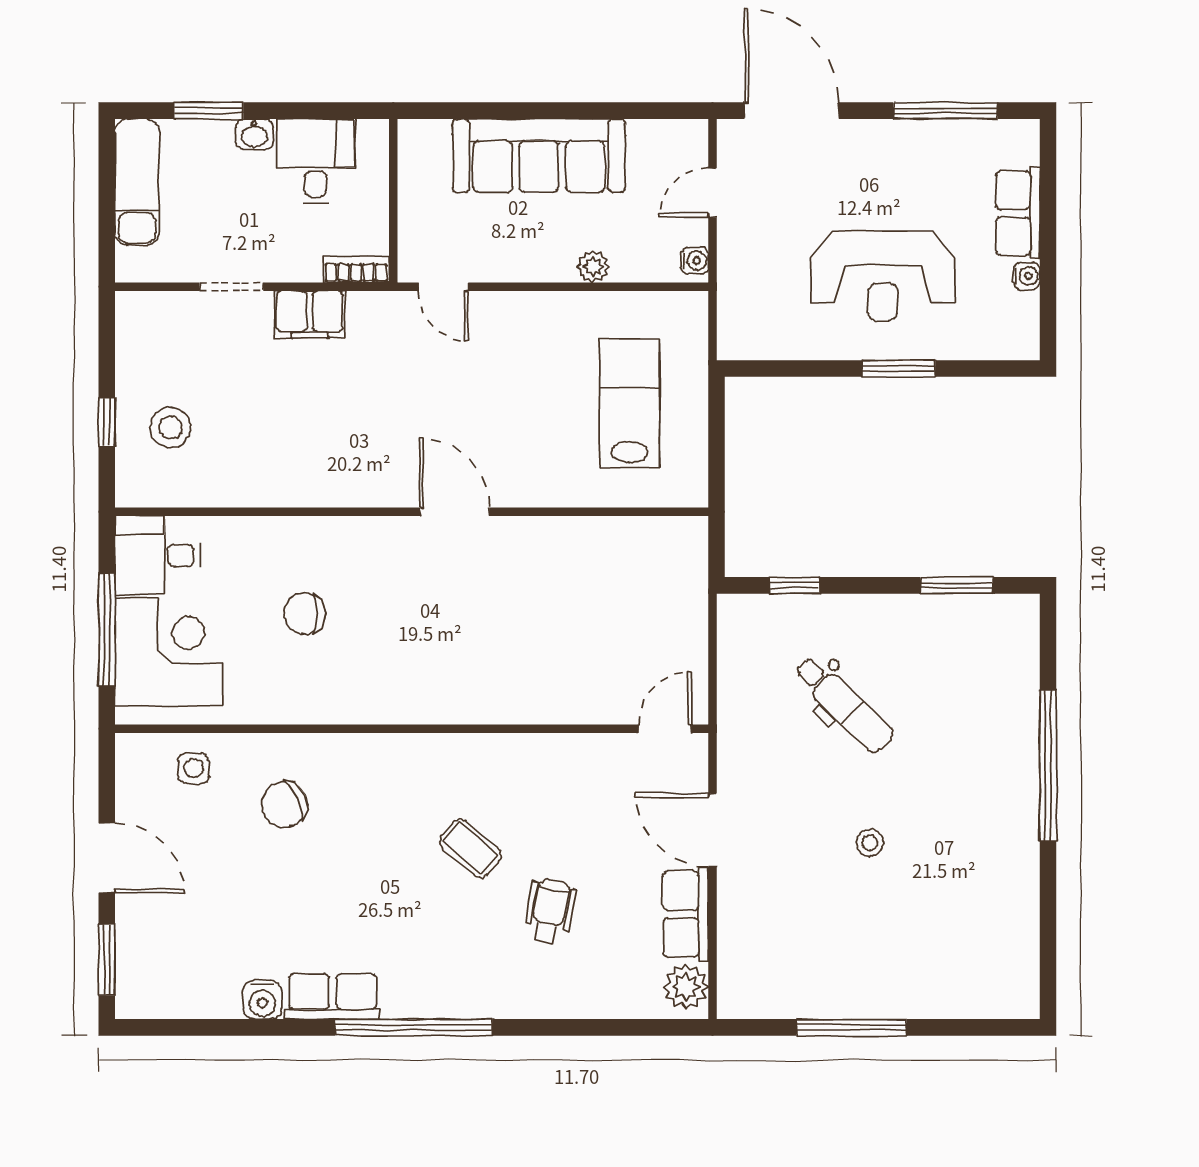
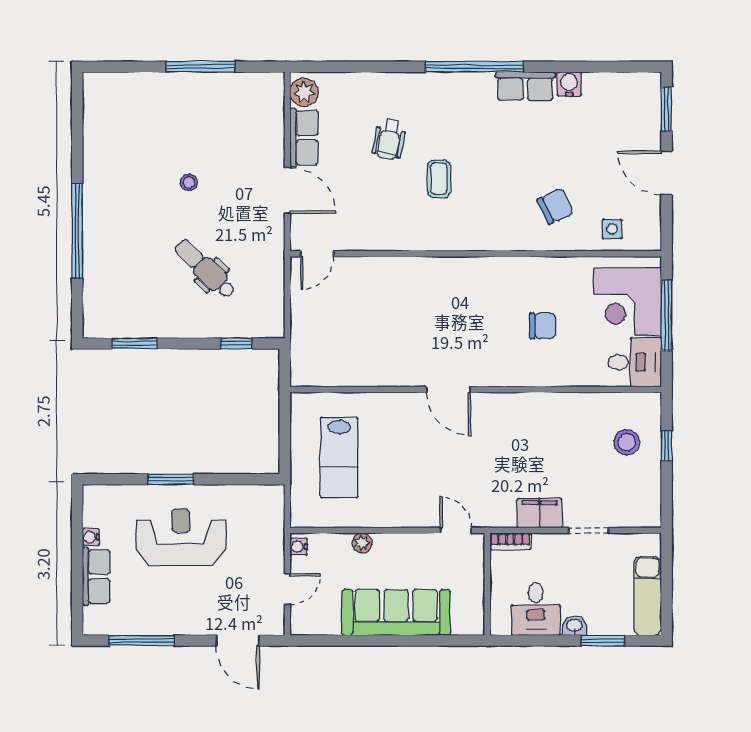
door: (792, 111) -> (238, 641), width x0.73
coffee table: (470, 848) -> (439, 179), turned 49

